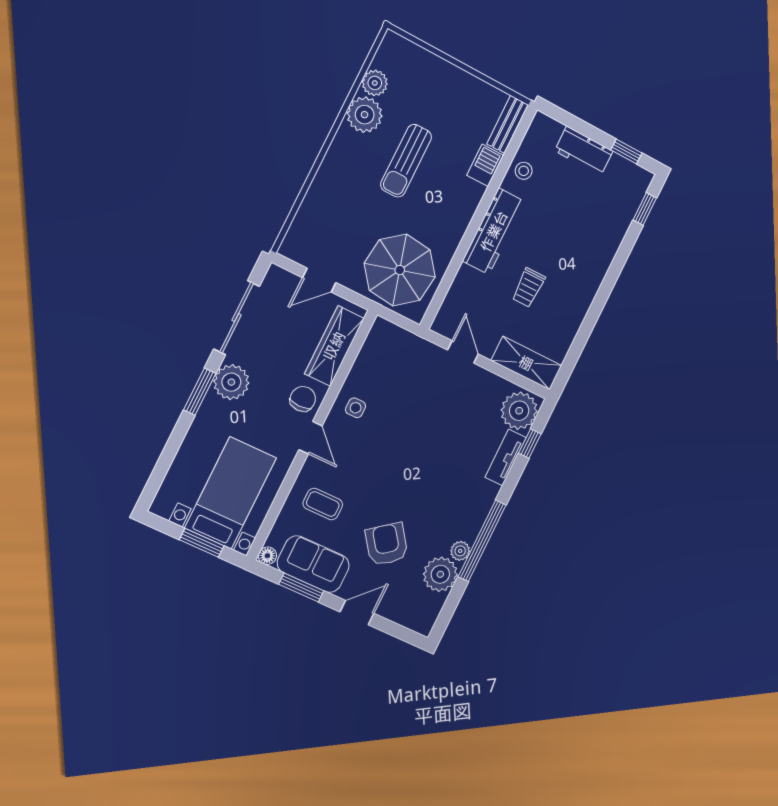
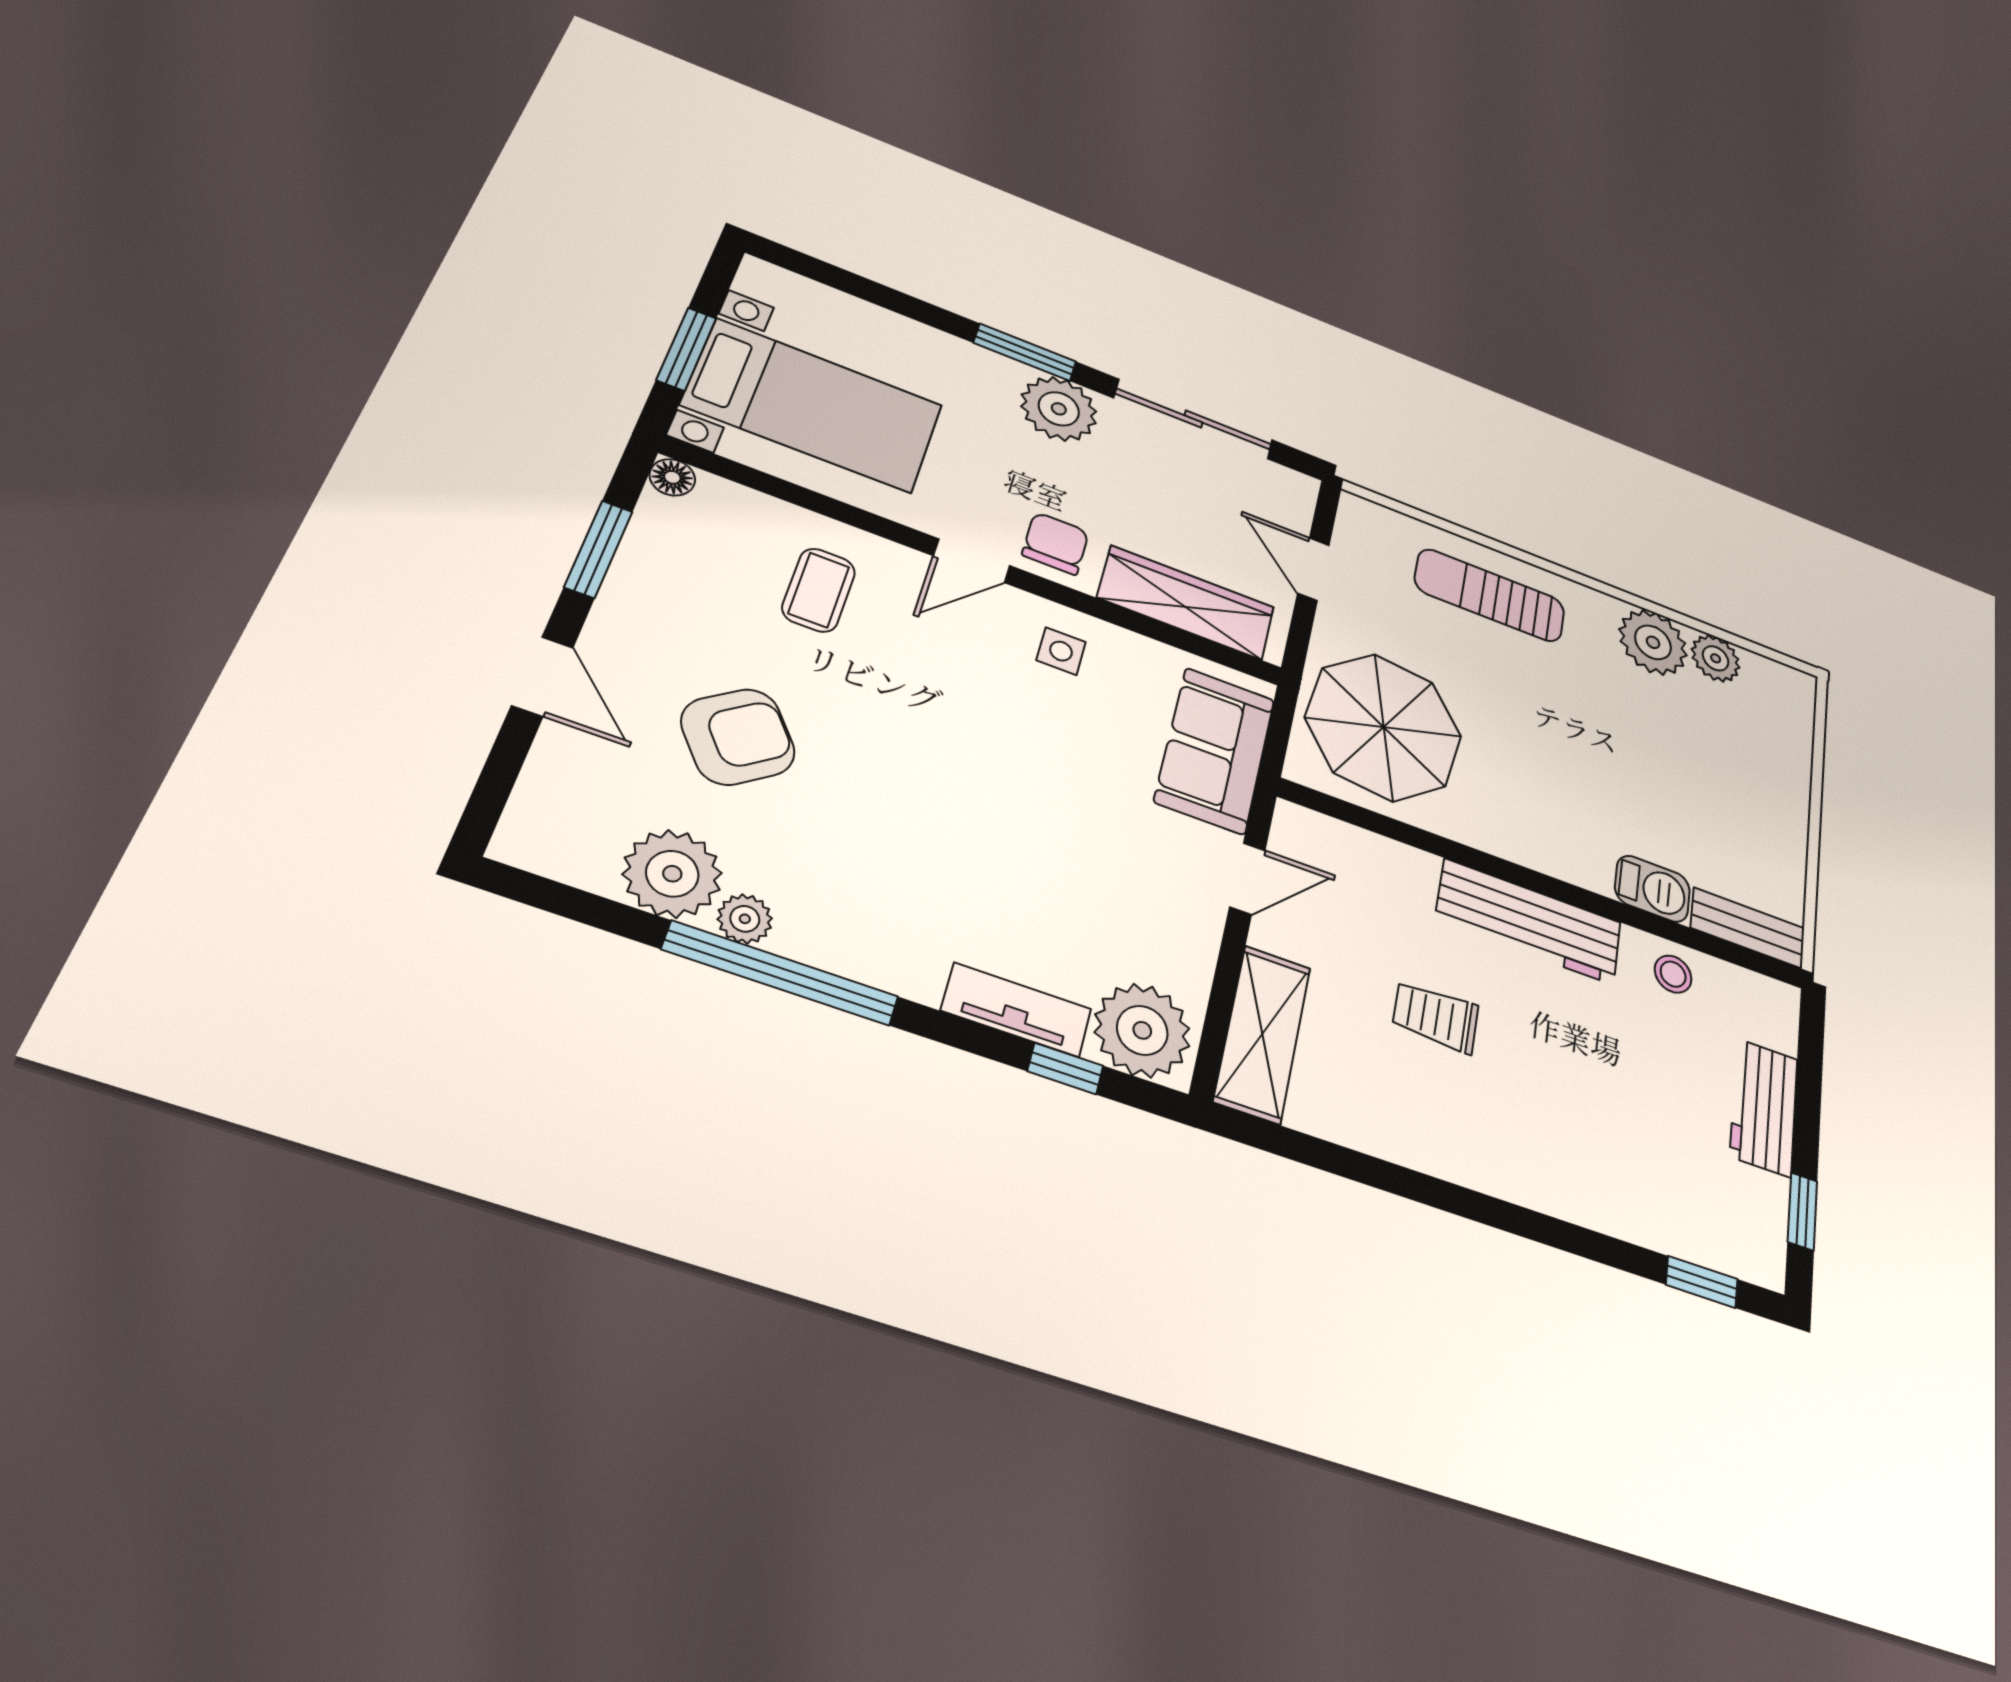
sun lounger: (406, 161) -> (1490, 595), moved
chair: (303, 399) -> (1055, 543), turned -90
sofa: (313, 564) -> (1215, 750), moved, turned 180

